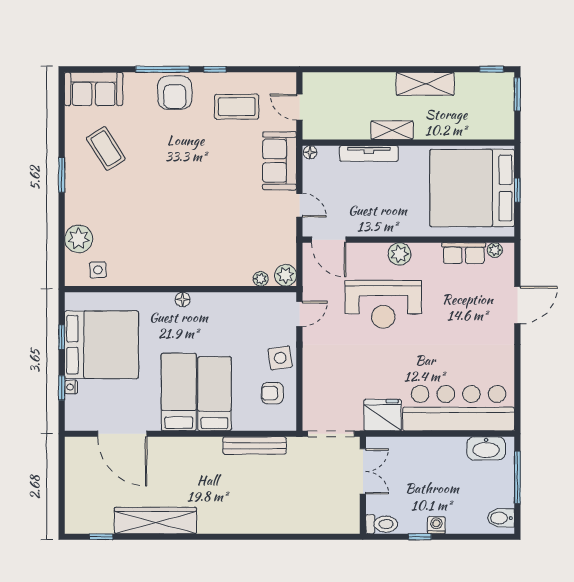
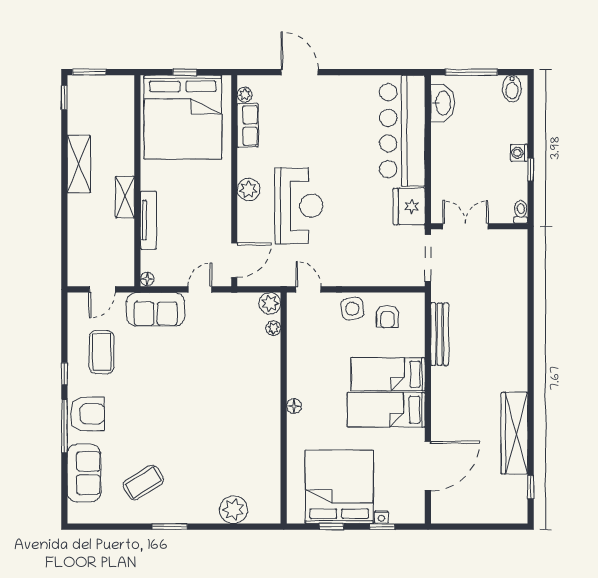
sofa: (94, 89) -> (84, 473), moved
side table: (98, 270) -> (264, 491), removed
toilet: (382, 524) -> (521, 212), width x0.73, depth x0.72

